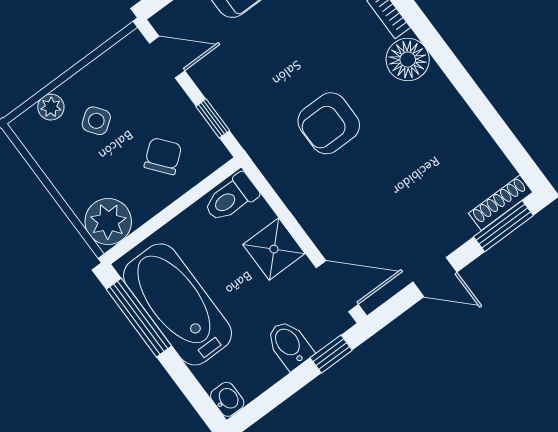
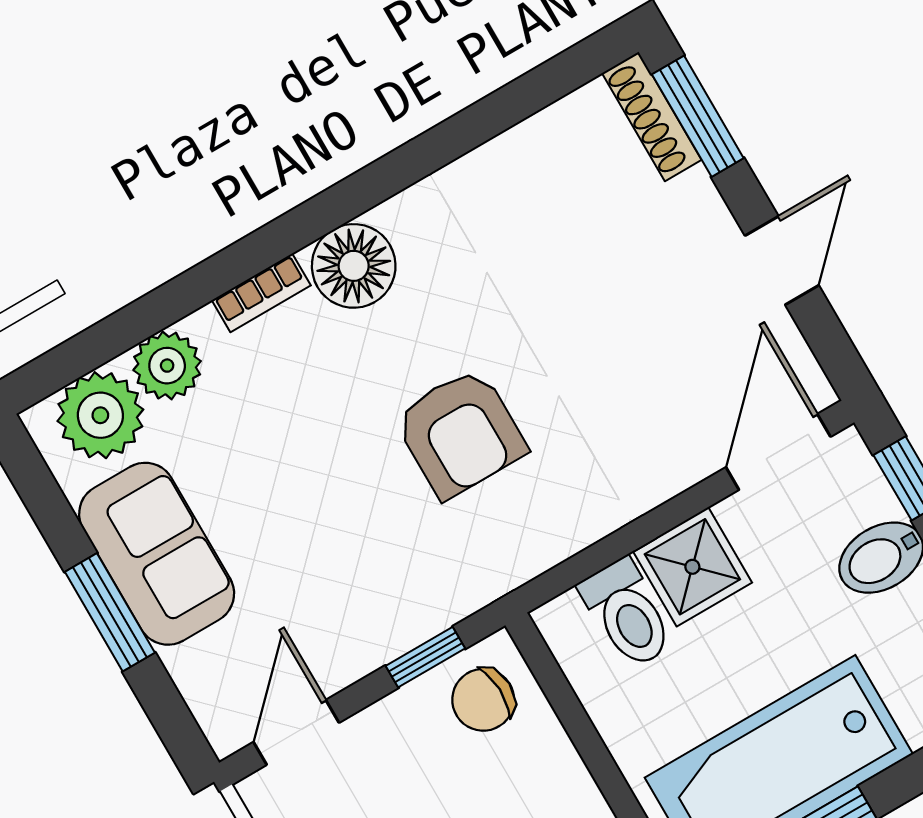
chair: (163, 156) -> (483, 700), moved, turned -53
toilet: (231, 198) -> (627, 614), moved

